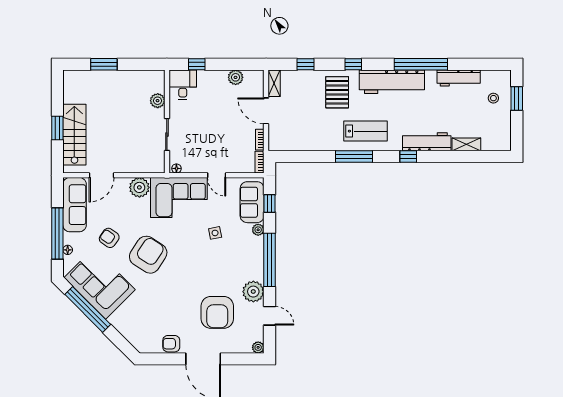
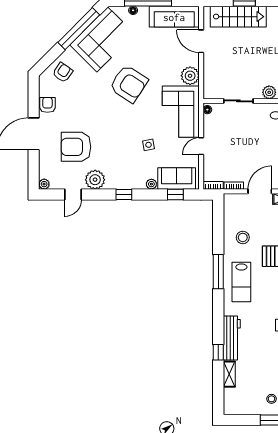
stool: (317, 130) -> (243, 237), added
window: (408, 156) -> (218, 352), moved
armchair: (109, 238) -> (63, 72), moved
window: (270, 260) -> (124, 195), width x0.32

